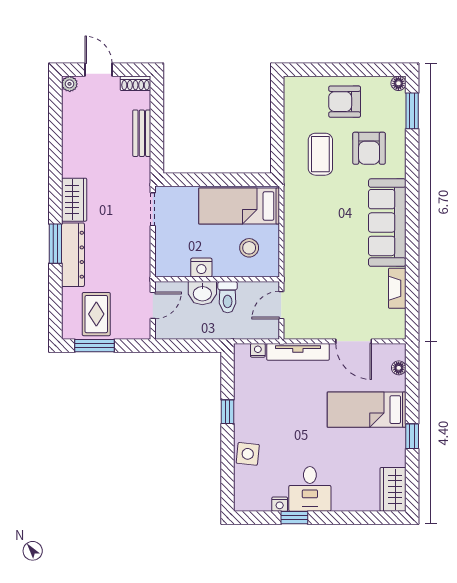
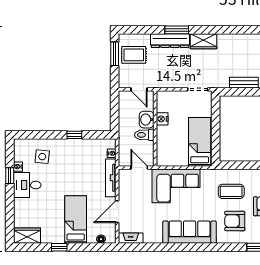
corner sofa: (311, 245) -> (176, 186), added
stool: (249, 248) -> (174, 148), removed
fireplace: (397, 288) -> (131, 238), moved
side table: (248, 454) -> (42, 157), moved

